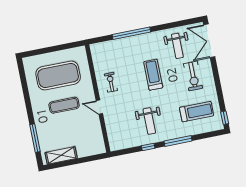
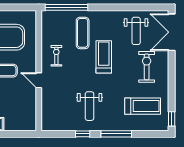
window: (131, 33) -> (67, 7), moved
exercise mat: (130, 57) -> (83, 33), added
exercise bike: (193, 76) -> (147, 67), turned 180

